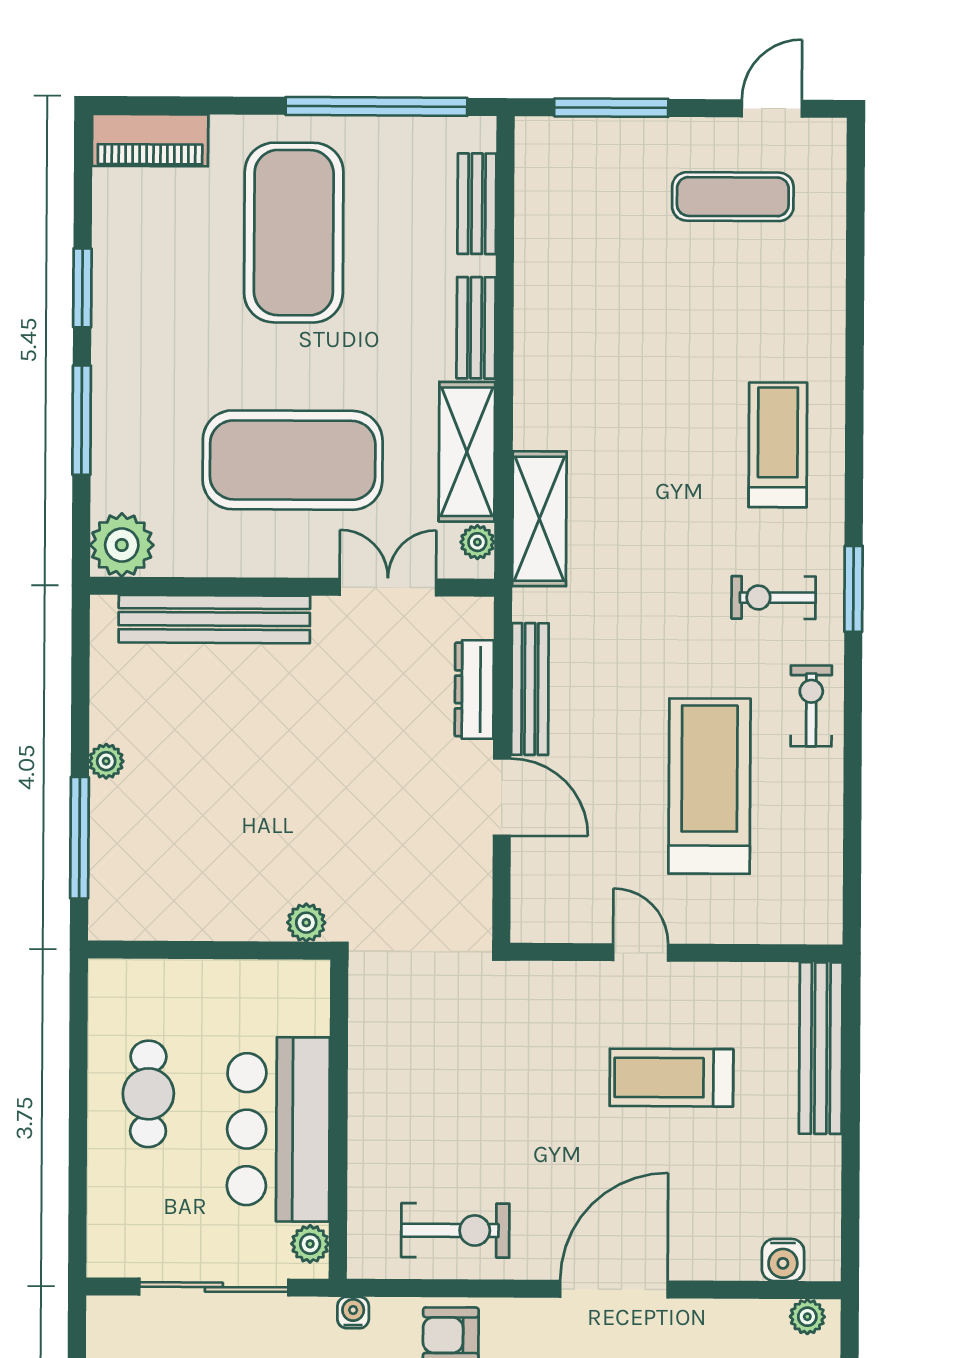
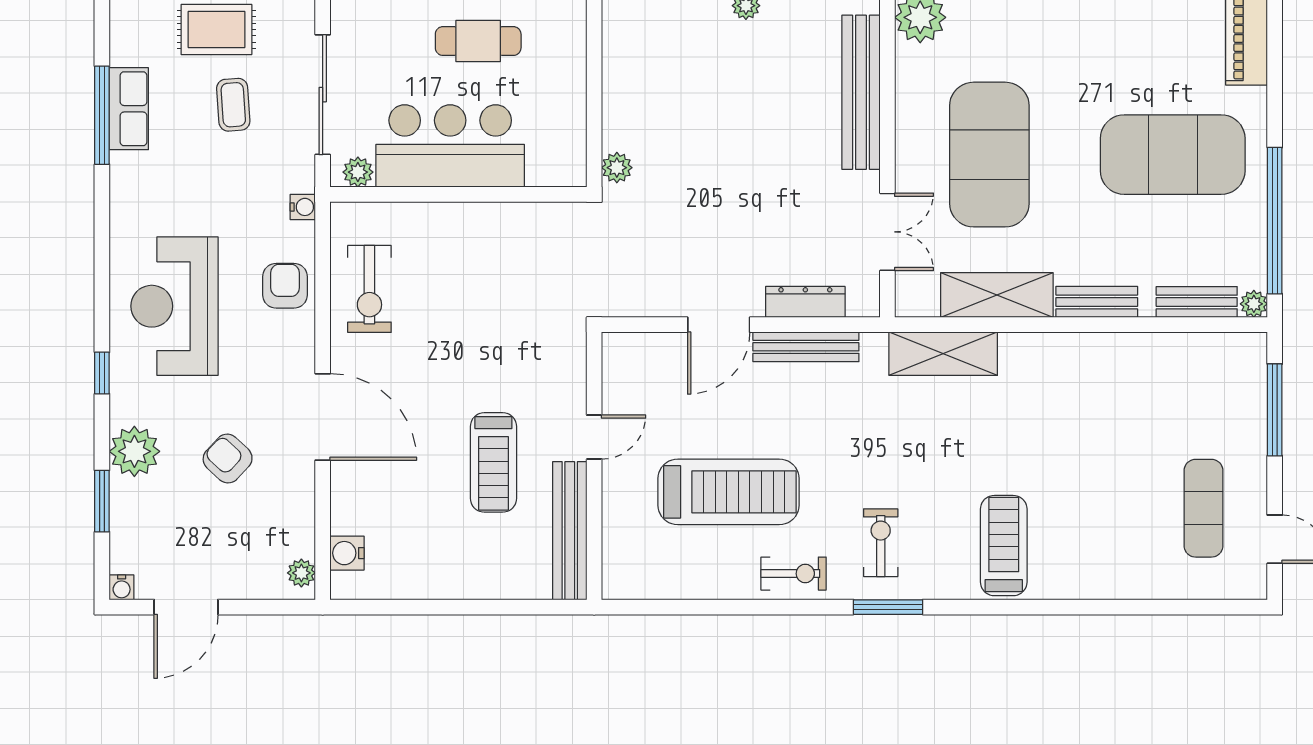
treadmill: (778, 445) -> (1004, 546), turned -90
plant: (477, 542) -> (1254, 304), moved
bench: (821, 1048) -> (570, 531), moved, turned 90
treadmill: (671, 1078) -> (493, 462), turned 180

